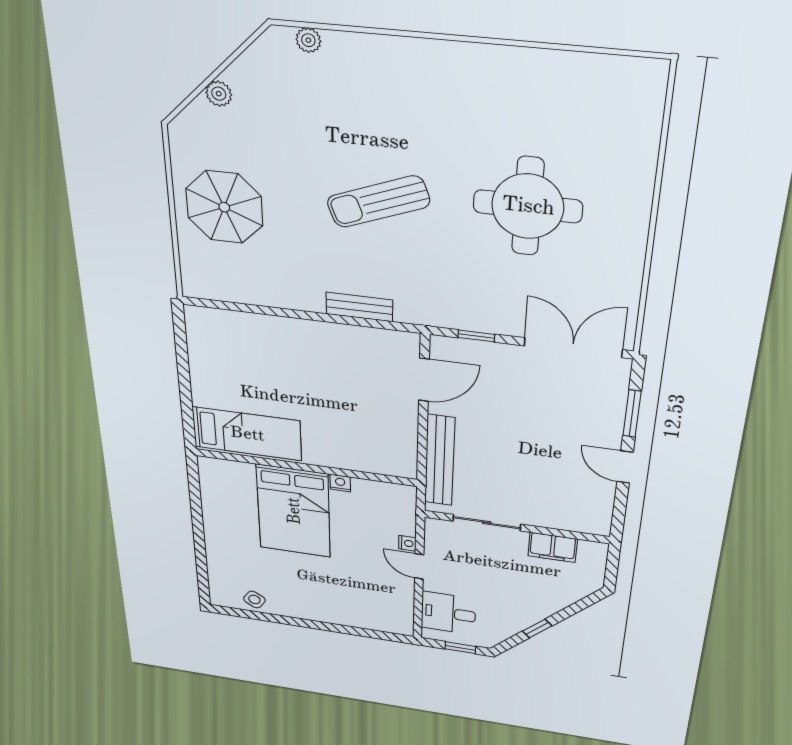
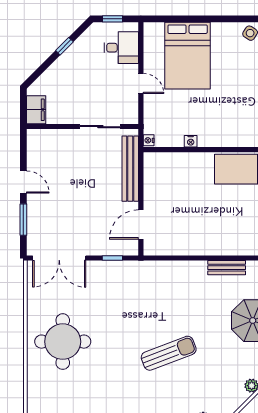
sun lounger: (378, 202) -> (169, 353), moved
round table: (528, 206) -> (63, 342), moved
bench: (359, 307) -> (227, 268), moved
bed: (294, 511) -> (188, 56), moved, turned 180
nightstand: (407, 543) -> (149, 140), moved
filing cabinet: (553, 547) -> (36, 110), moved, turned 90

